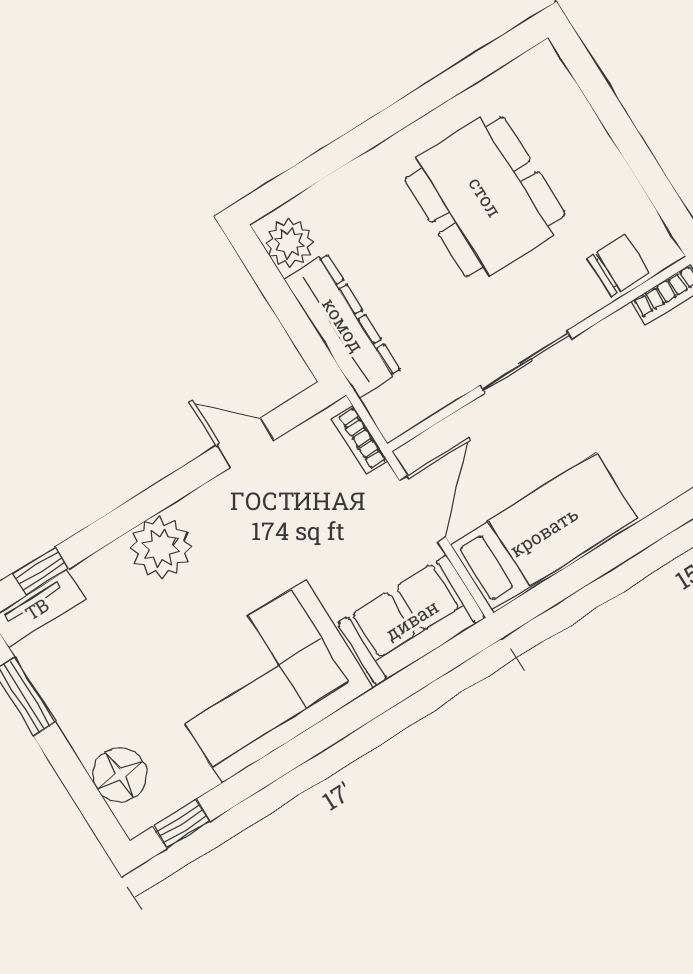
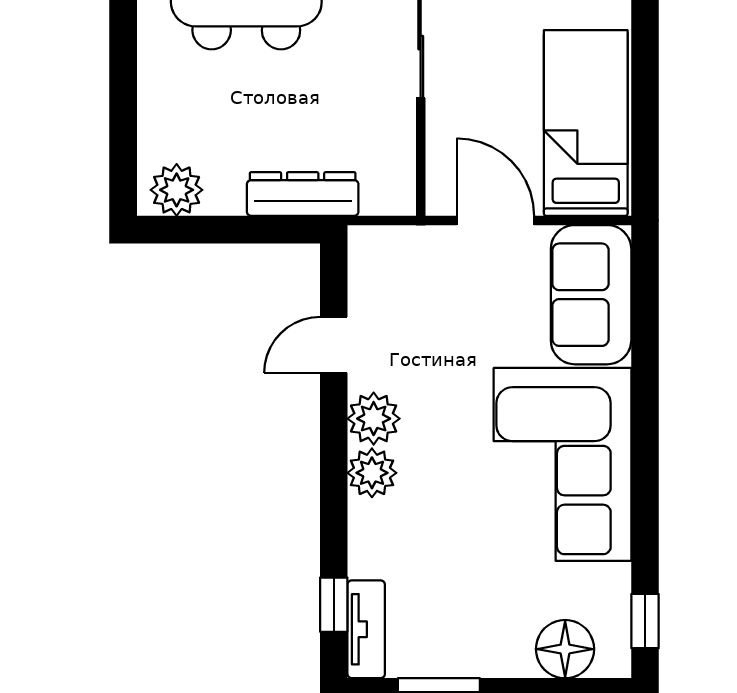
dresser: (343, 325) -> (303, 194), width x0.73, depth x0.80
bookcase: (359, 440) -> (396, 239), removed
plant: (207, 511) -> (374, 419), added
plant: (161, 547) -> (372, 473), width x0.73, depth x0.73

